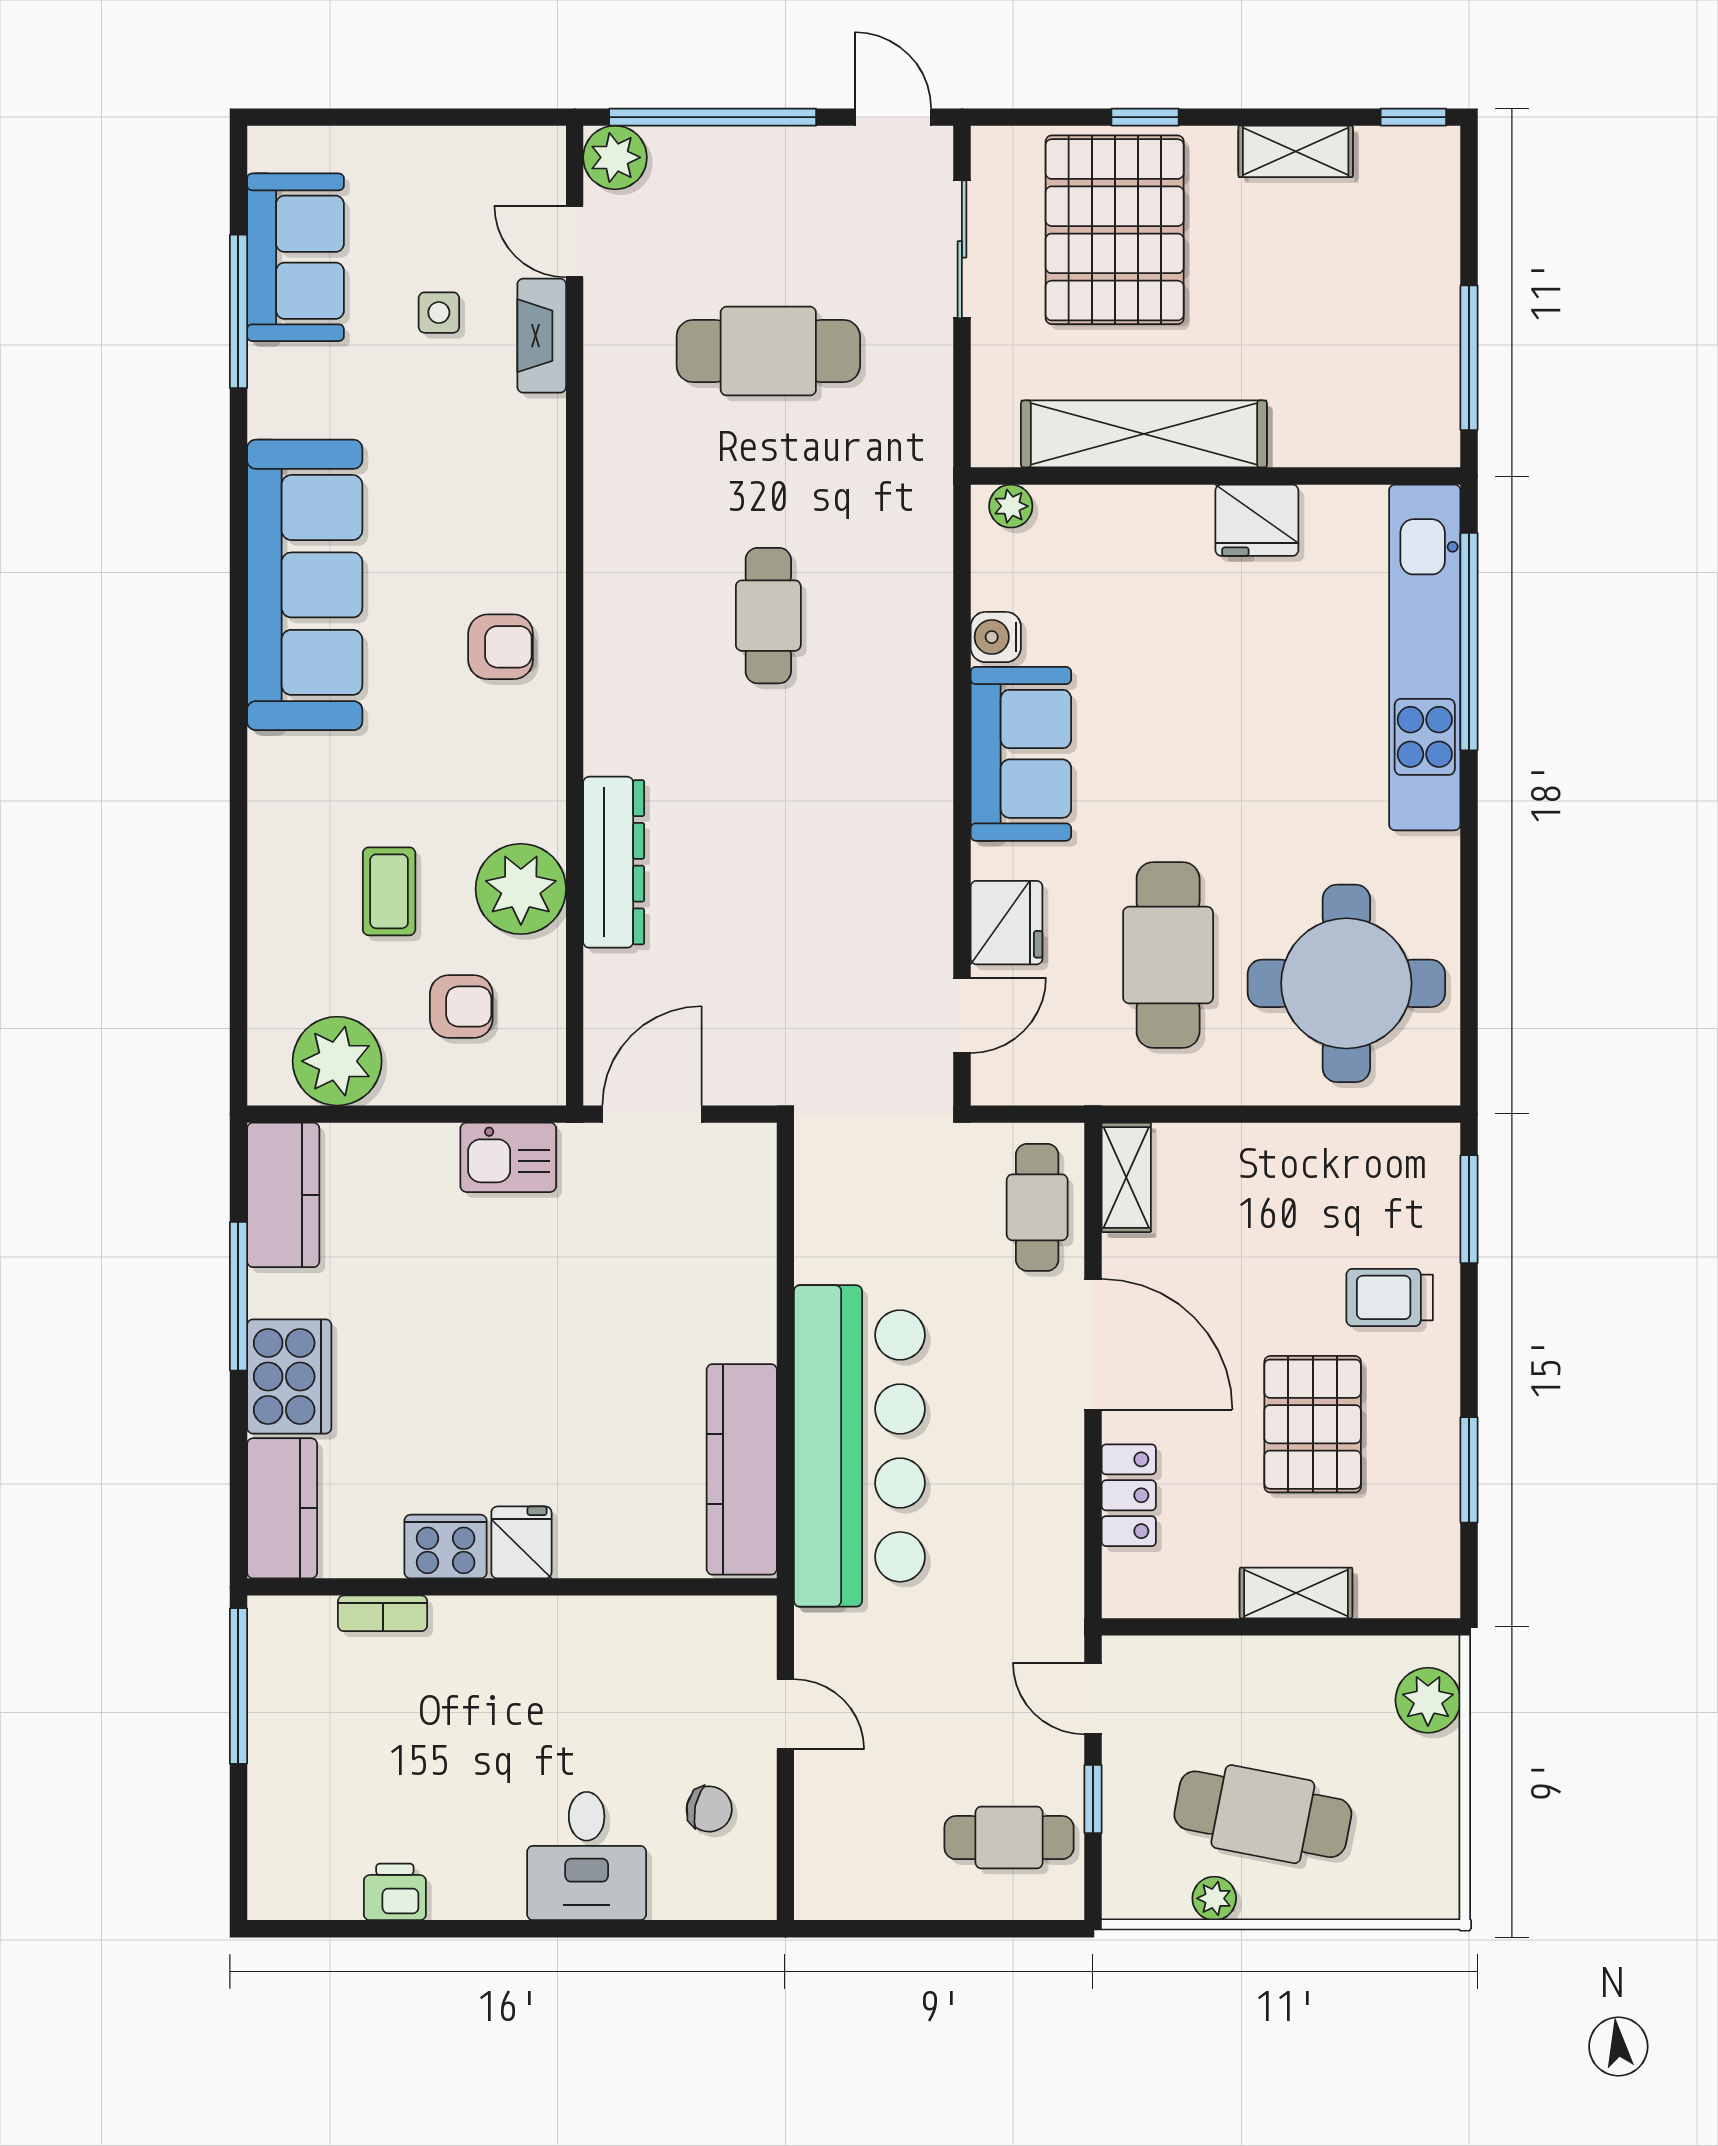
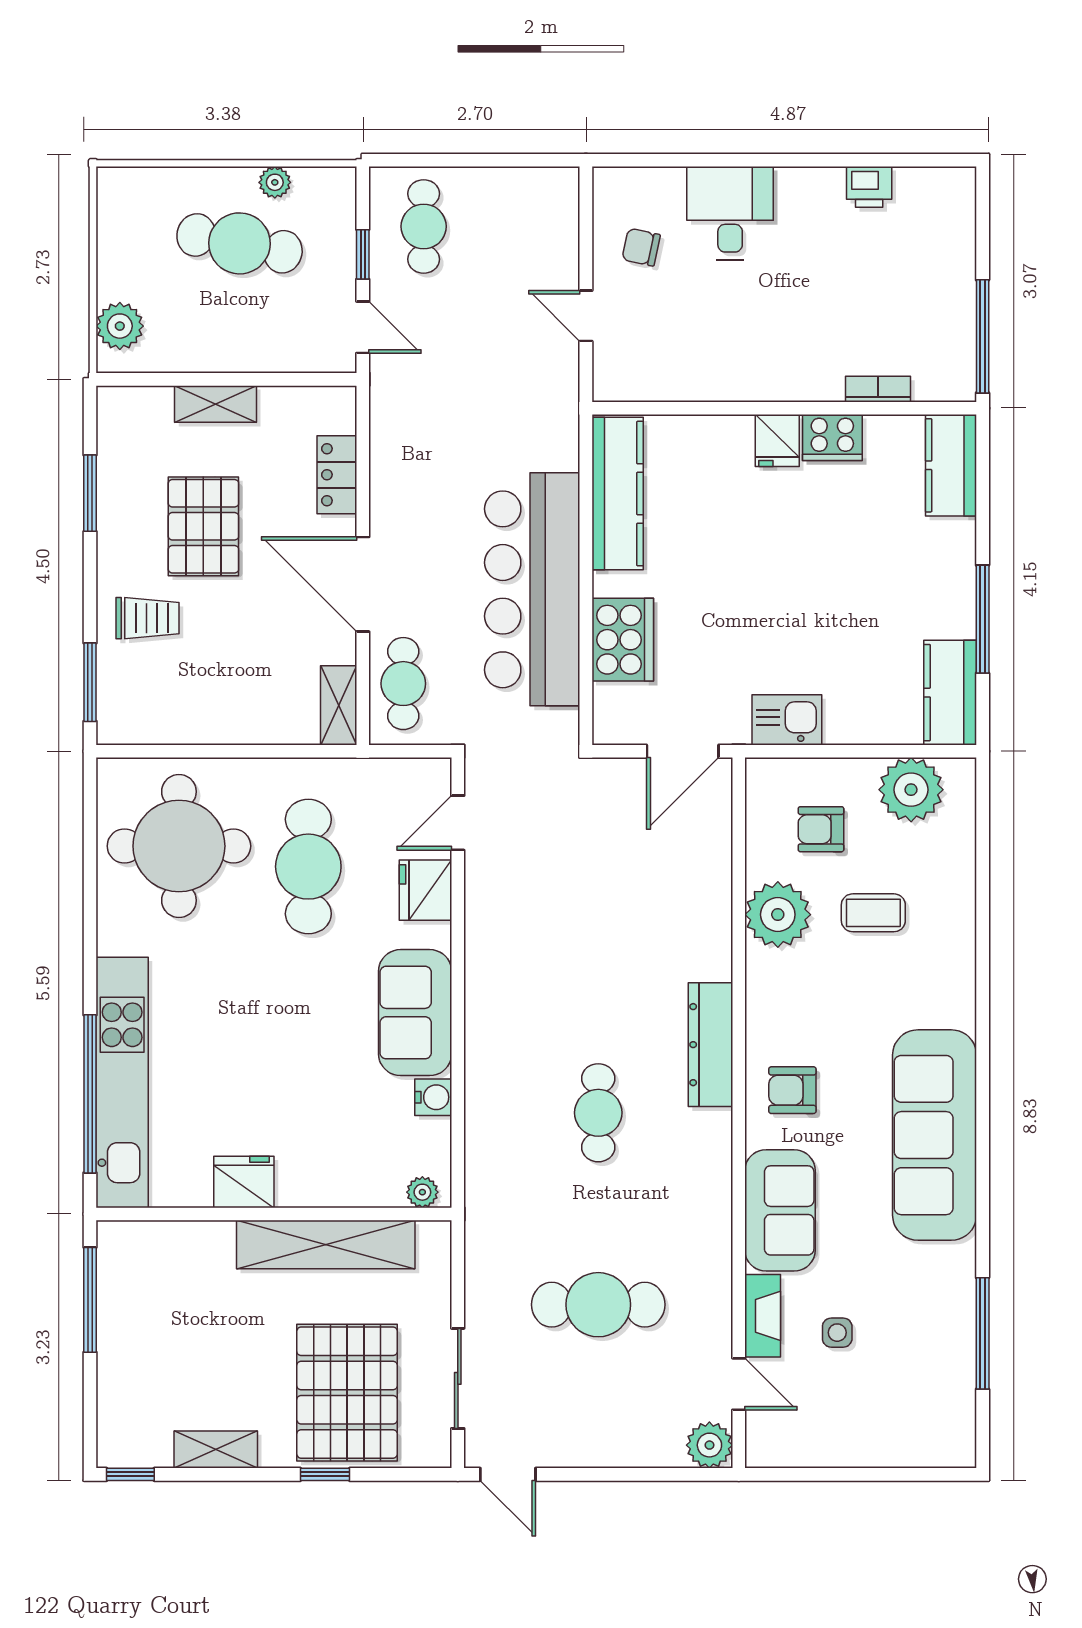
window: (713, 117) -> (639, 1474), removed
sofa: (295, 257) -> (780, 1210), moved, turned 180
dresser: (614, 862) -> (710, 1045), moved
coffee table: (389, 891) -> (873, 913), turned 90
cooker: (289, 1376) -> (623, 640), moved, turned 180
bar counter: (859, 1446) -> (532, 589), moved
cafe table: (1009, 1838) -> (424, 226), turned 90

